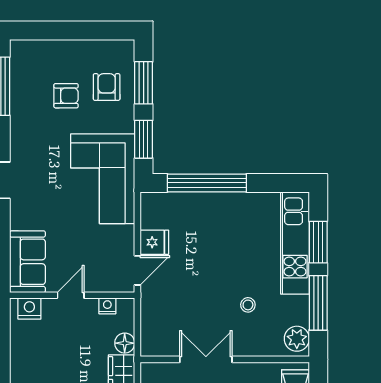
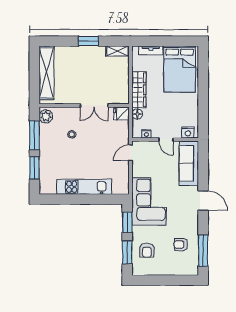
armchair: (66, 96) -> (181, 245), moved
window: (207, 183) -> (94, 199), removed
fridge: (154, 242) -> (121, 114), moved
kitchen unit: (295, 243) -> (84, 187), moved, turned -90
sofa: (27, 262) -> (189, 163), width x1.36
door: (71, 295) -> (166, 139), hinge flipped

